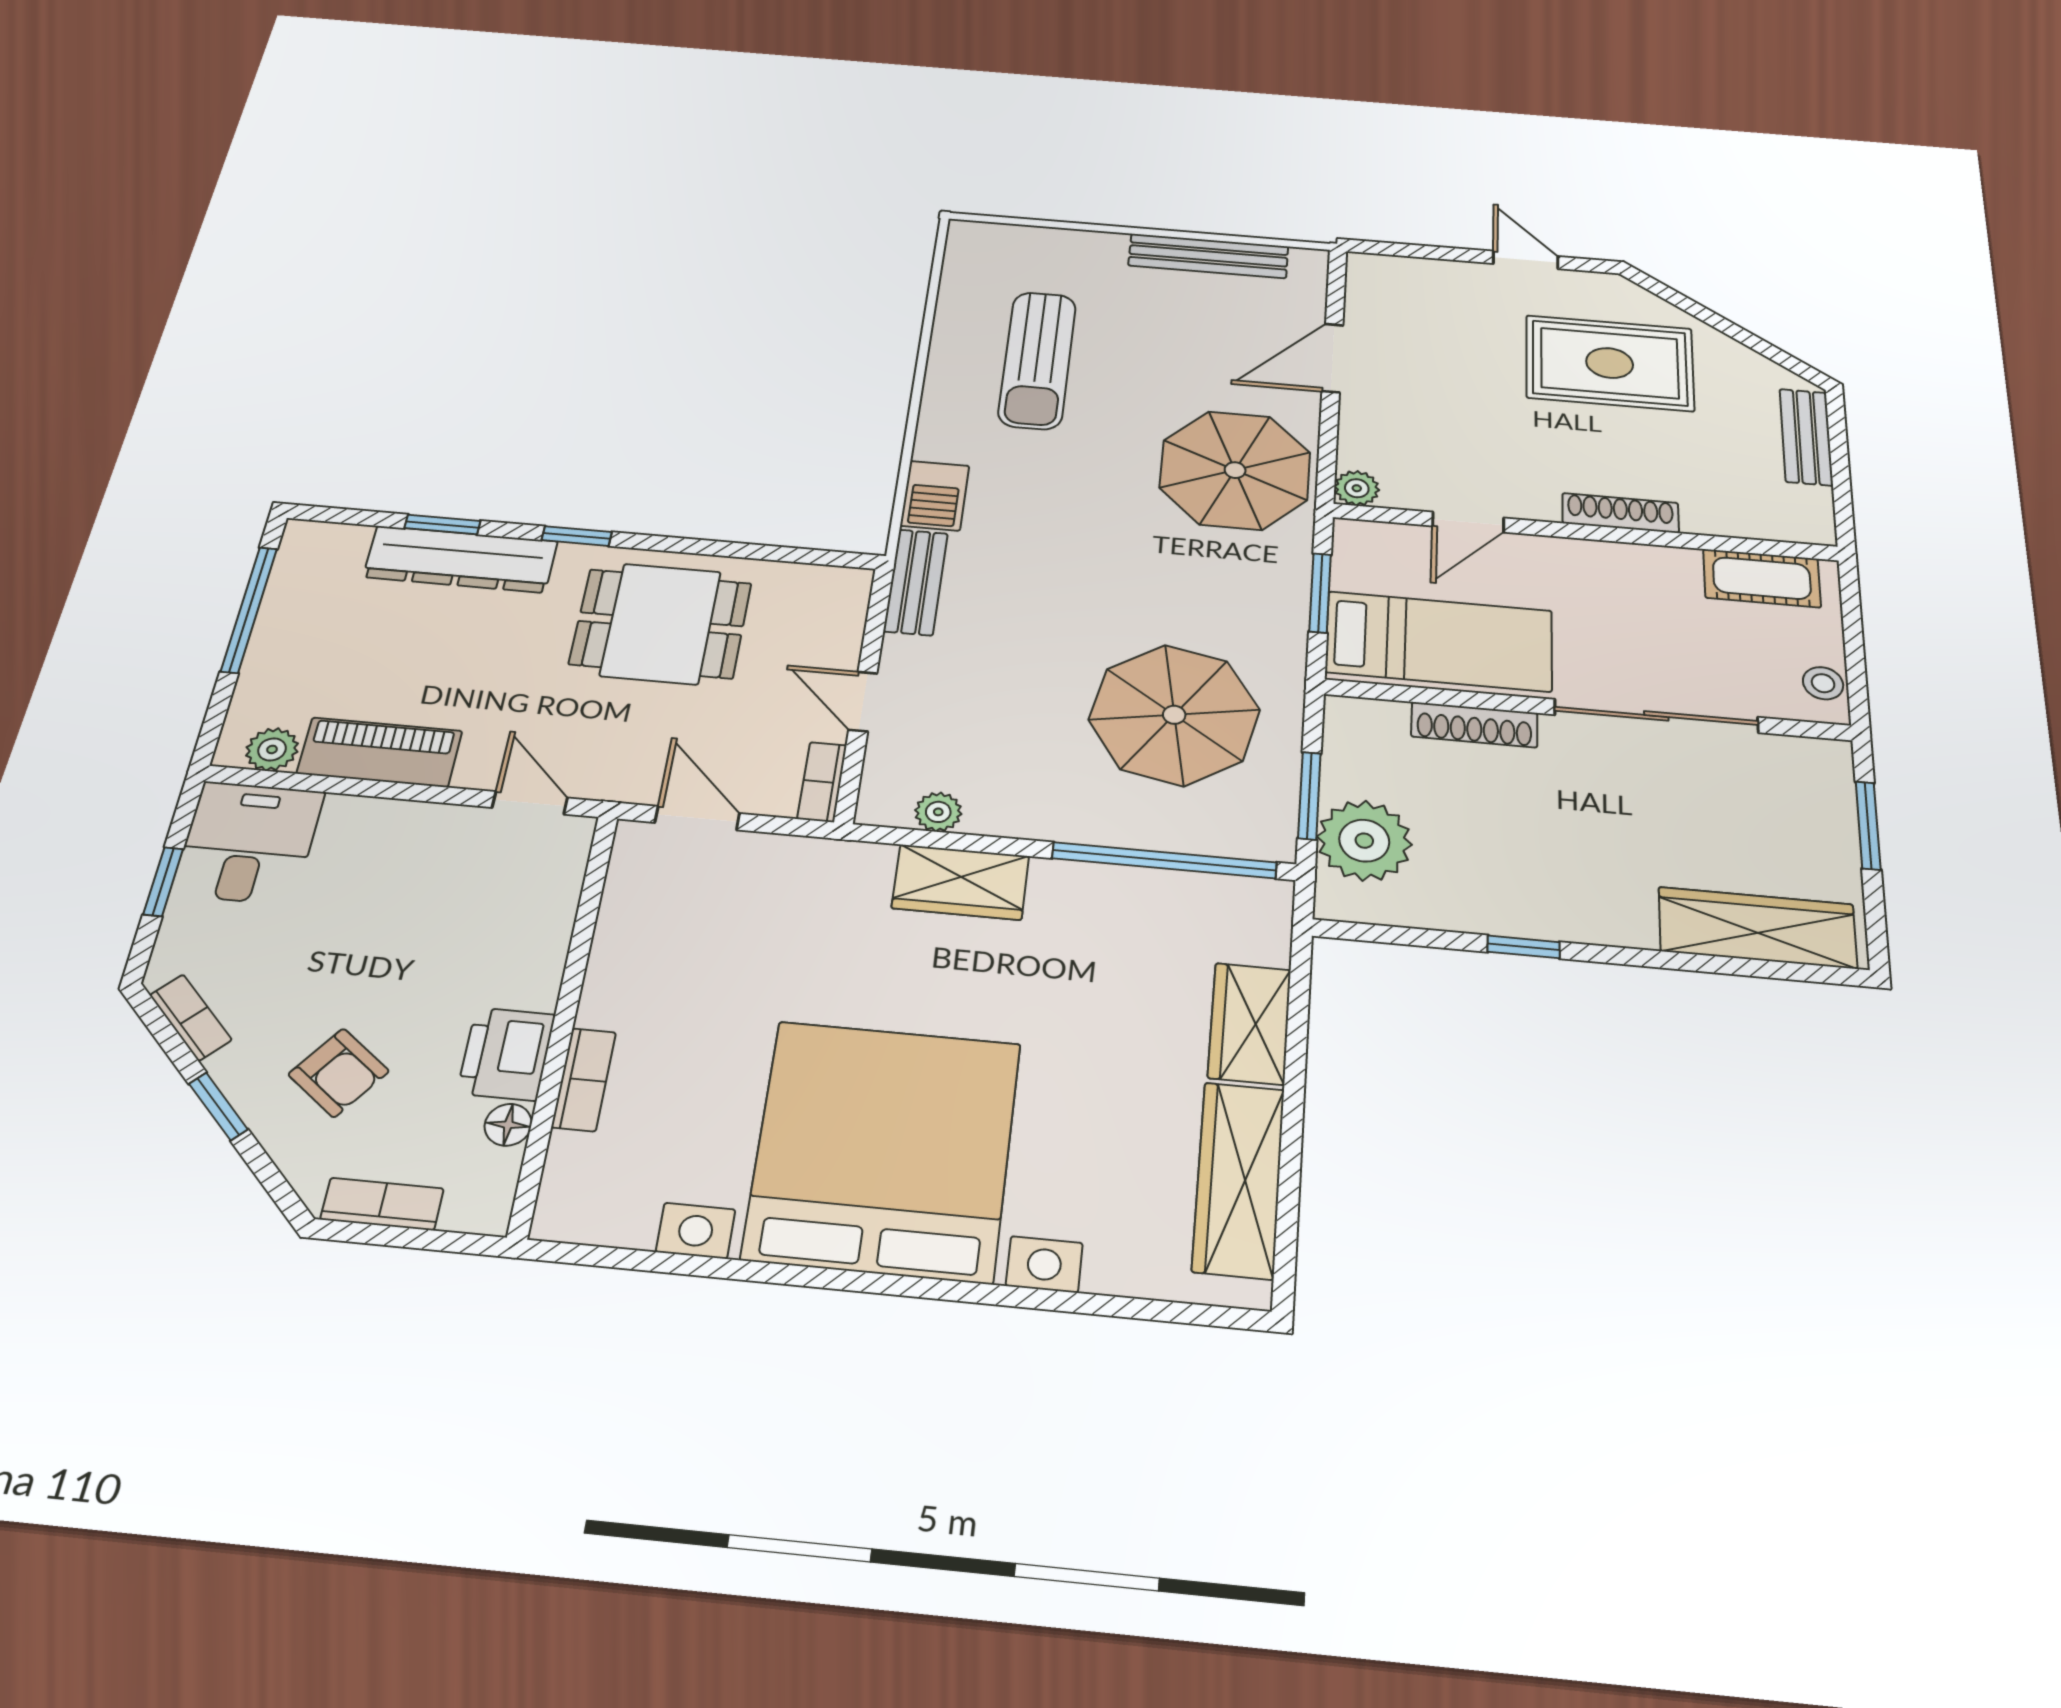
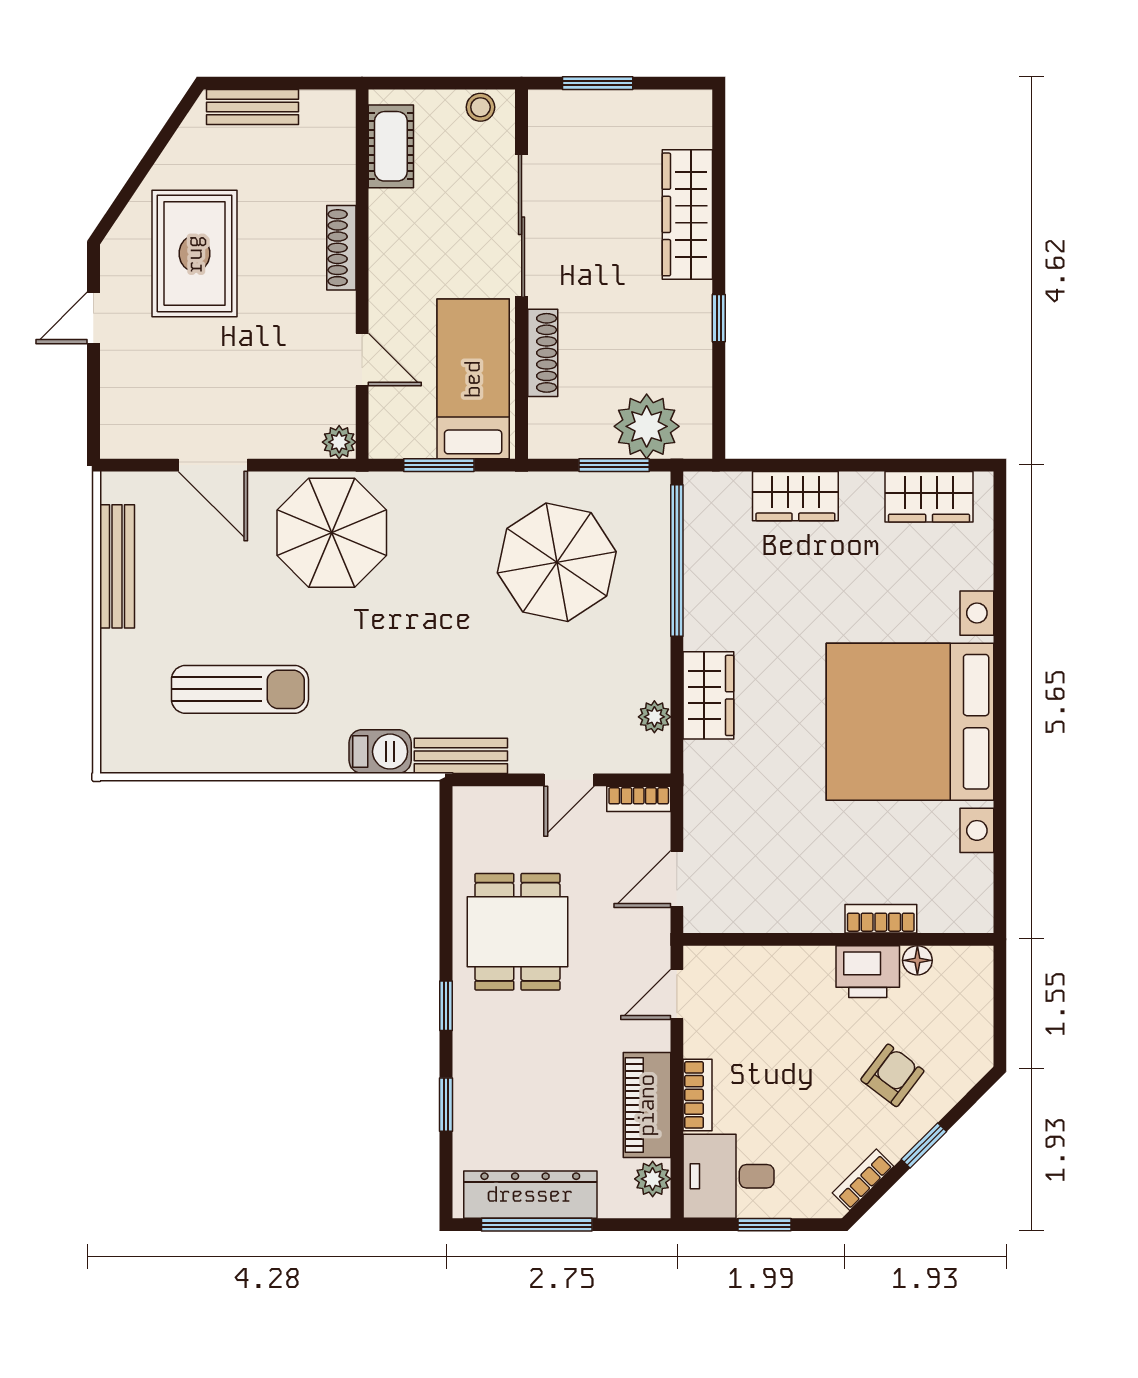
dresser: (461, 559) -> (530, 1195), moved, turned -90
wardrobe: (1757, 928) -> (687, 214), moved
wardrobe: (1239, 1179) -> (929, 497), width x0.67
bookcase: (382, 1204) -> (697, 1095), moved, turned 180

